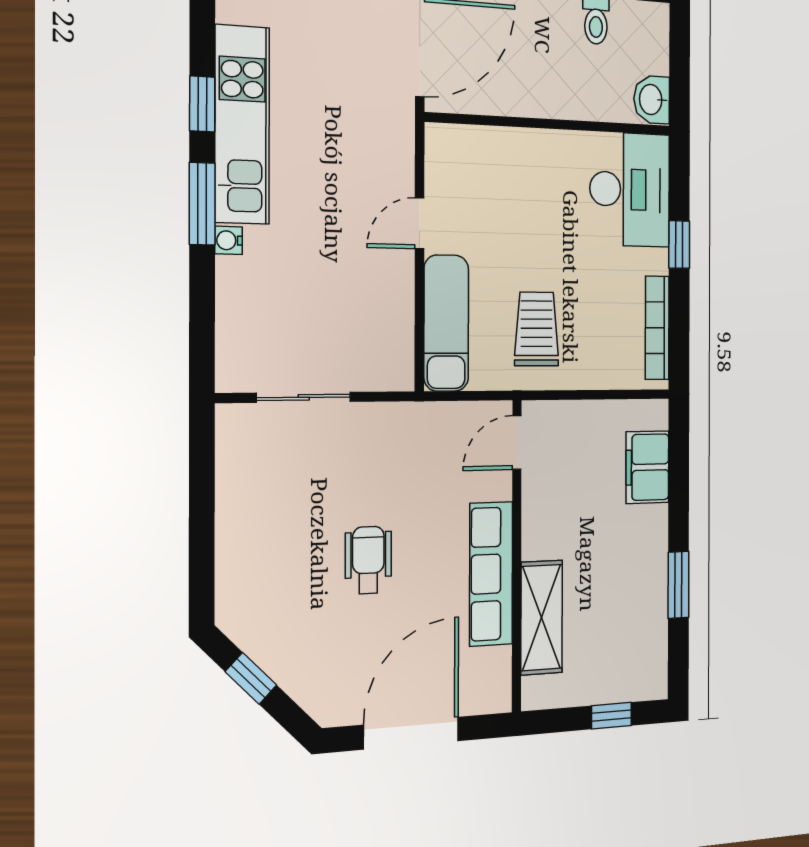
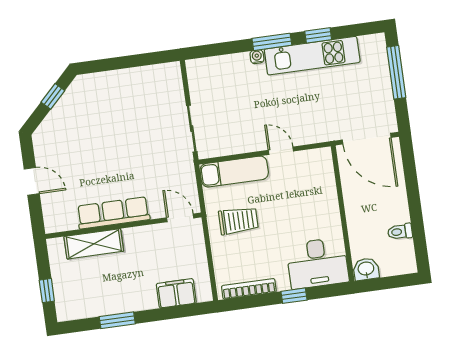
sliding door: (304, 397) -> (192, 129), moved
wheelchair: (368, 560) -> (114, 147), removed
door: (411, 733) -> (32, 181), width x0.53

